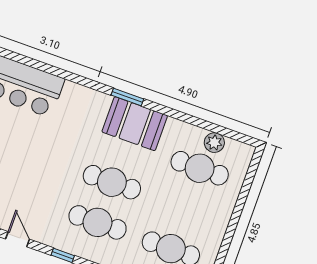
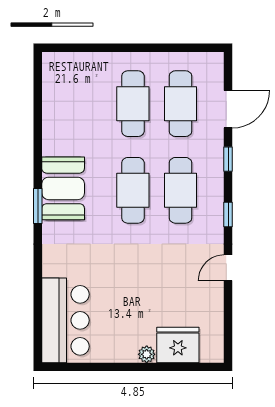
plant: (214, 143) -> (53, 98), removed
cafe table: (200, 168) -> (133, 104), moved

